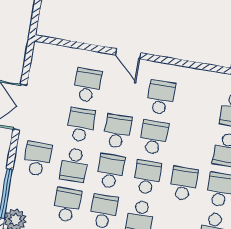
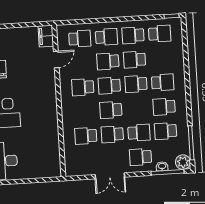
door: (128, 54) -> (56, 59), moved
school desk: (111, 171) -> (108, 61), moved
washbasin: (16, 188) -> (162, 166), added

